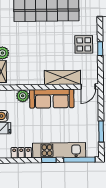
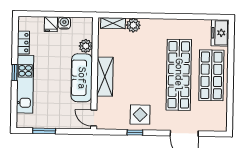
shelving: (62, 77) -> (105, 77), moved
window: (79, 160) -> (14, 106), removed

